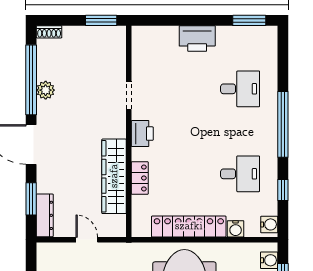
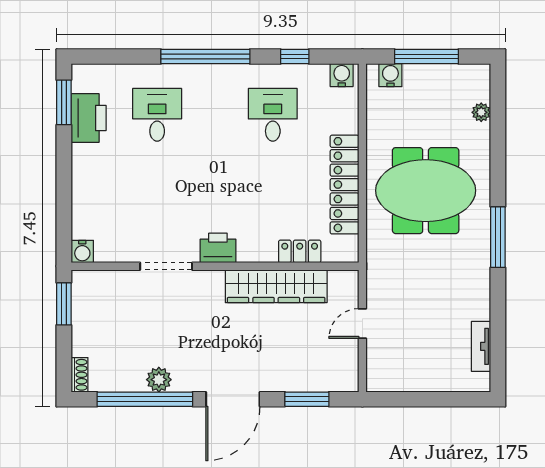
printer: (197, 39) -> (89, 118), moved
doorway: (129, 95) -> (166, 266), width x1.38
locker: (140, 178) -> (300, 251), moved
dresser: (45, 215) -> (329, 381), removed
water cooler: (236, 229) -> (82, 251), moved, turned 90

